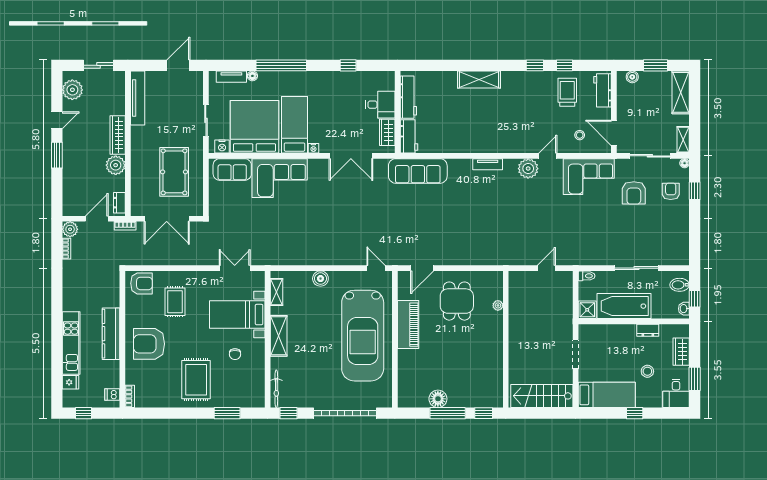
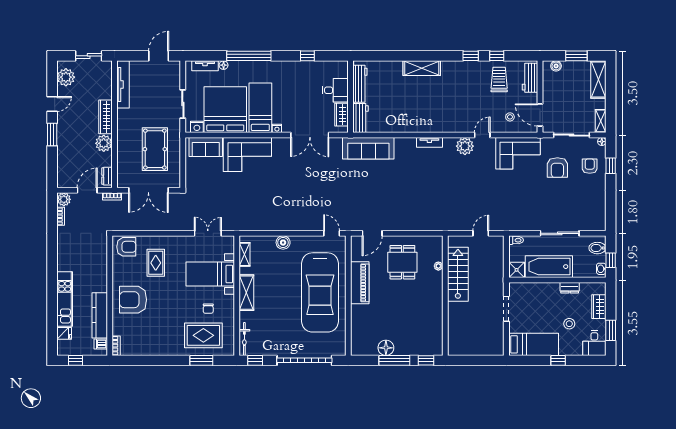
kitchen counter: (111, 334) -> (100, 315), moved
rug: (196, 380) -> (203, 335), moved, turned 90
stairs: (542, 396) -> (458, 274), moved, turned 90

